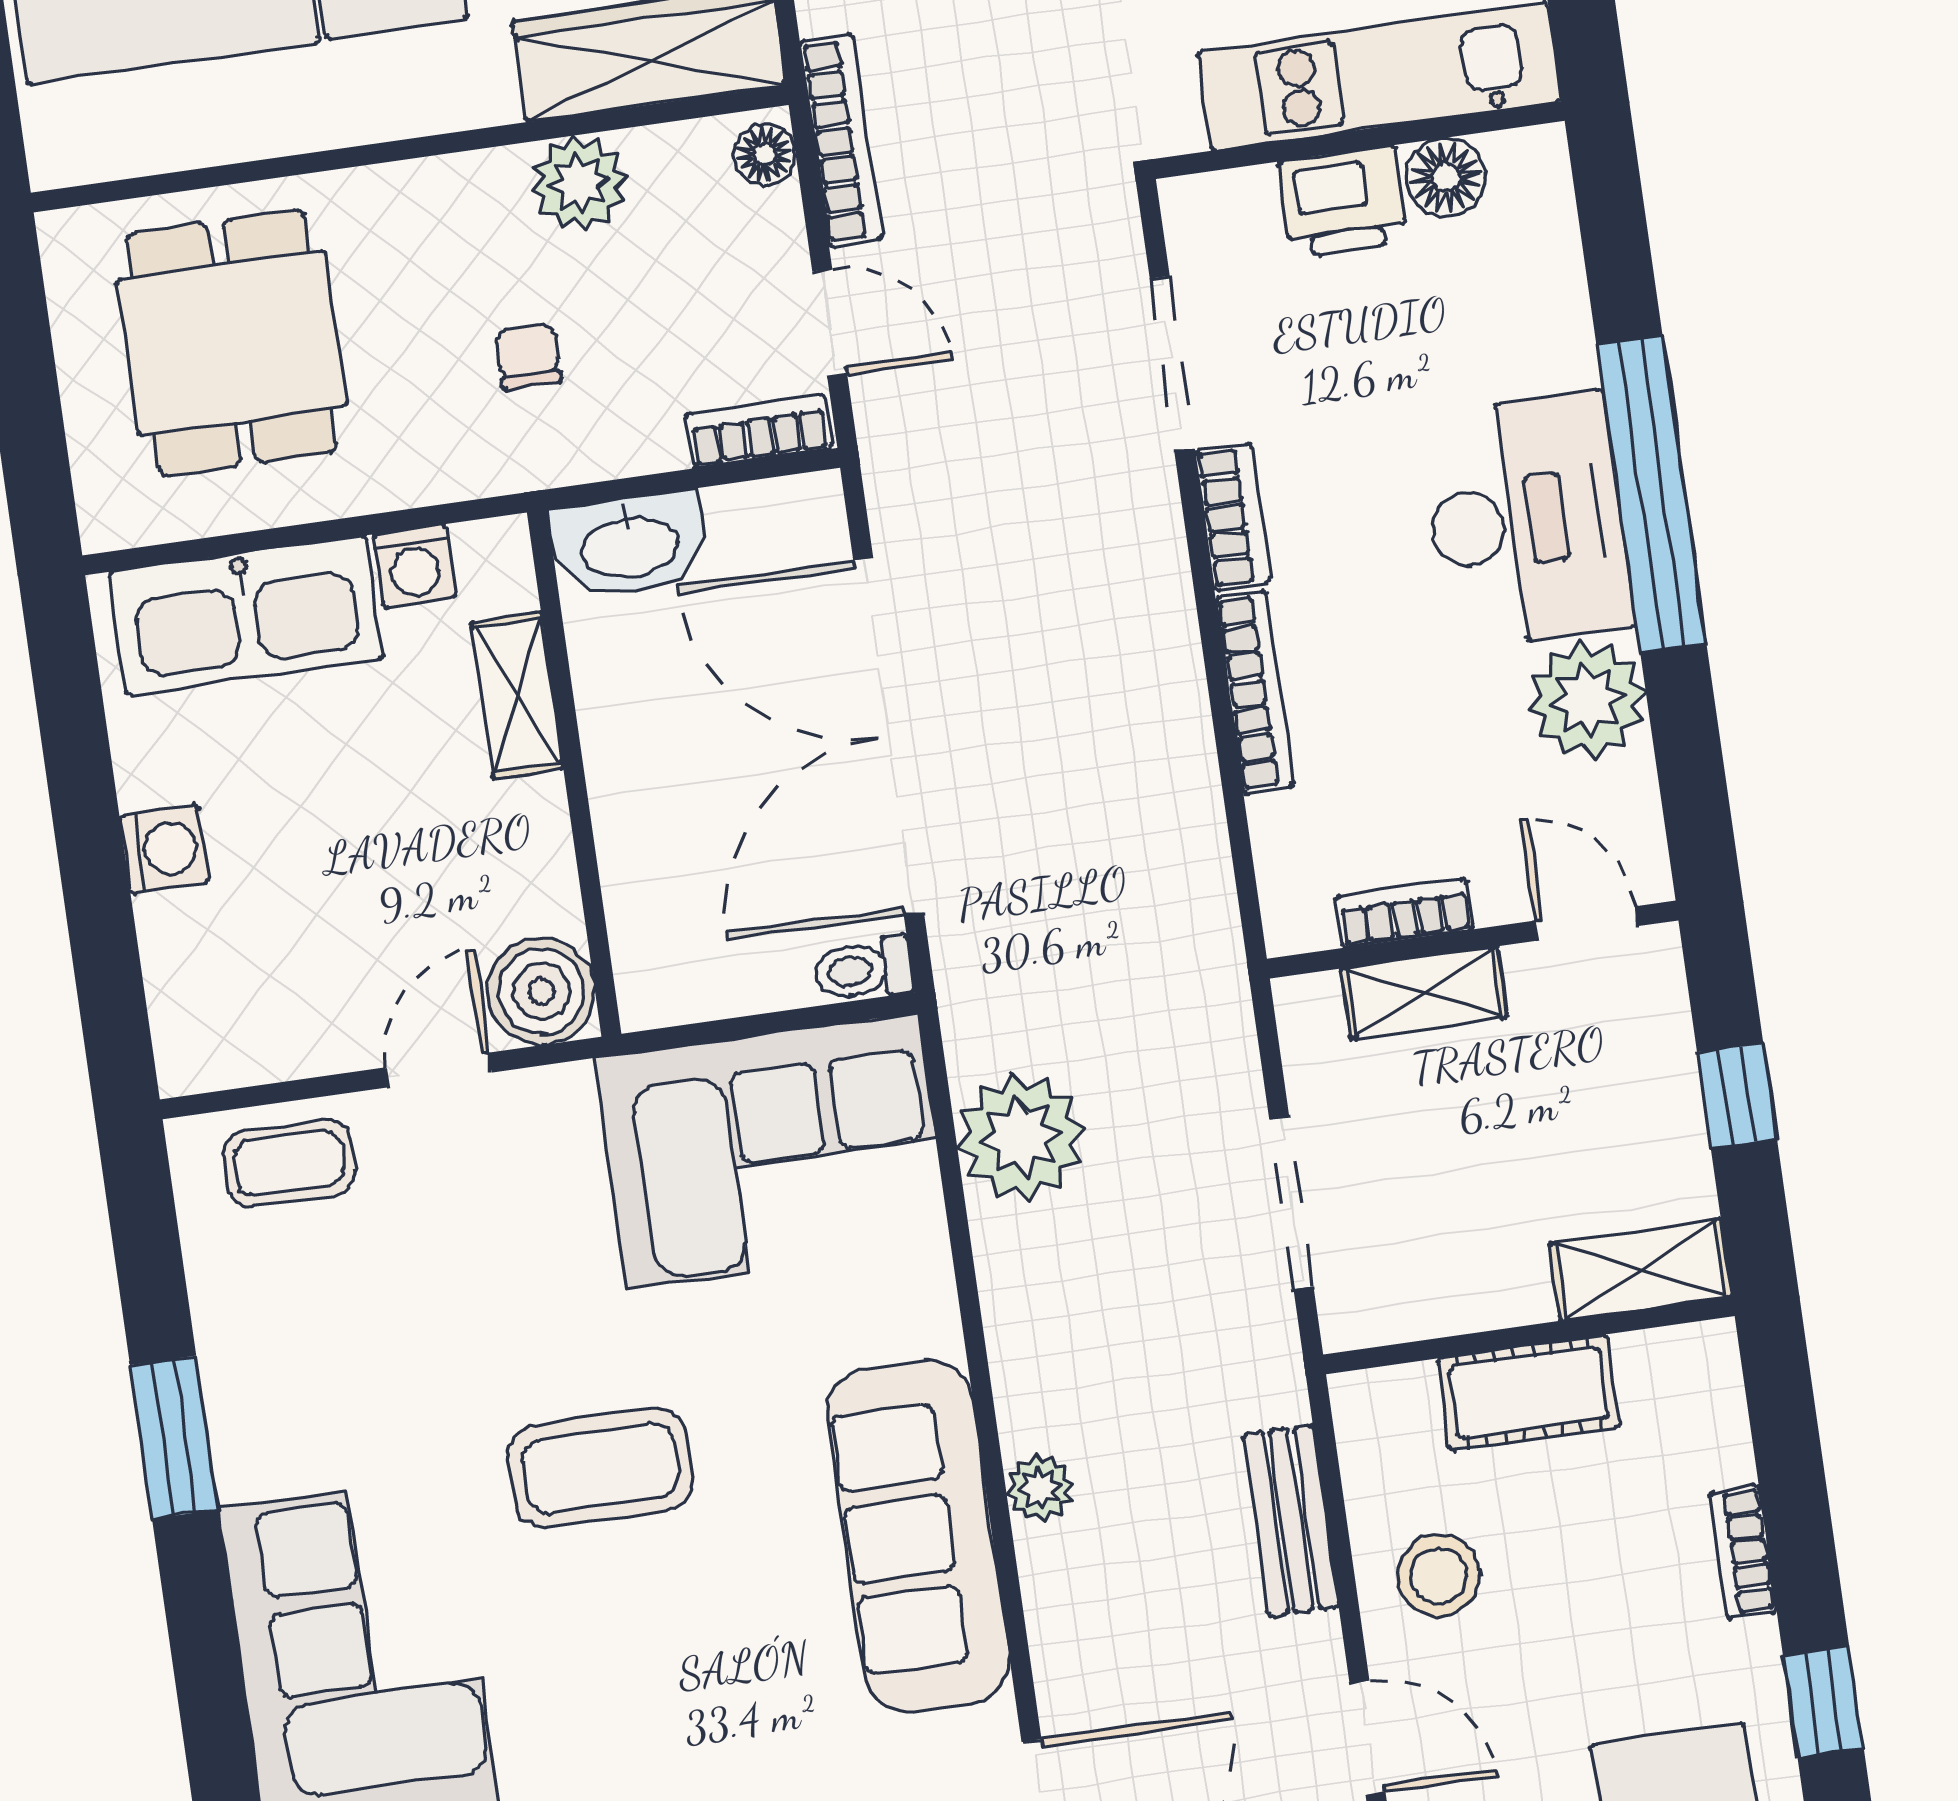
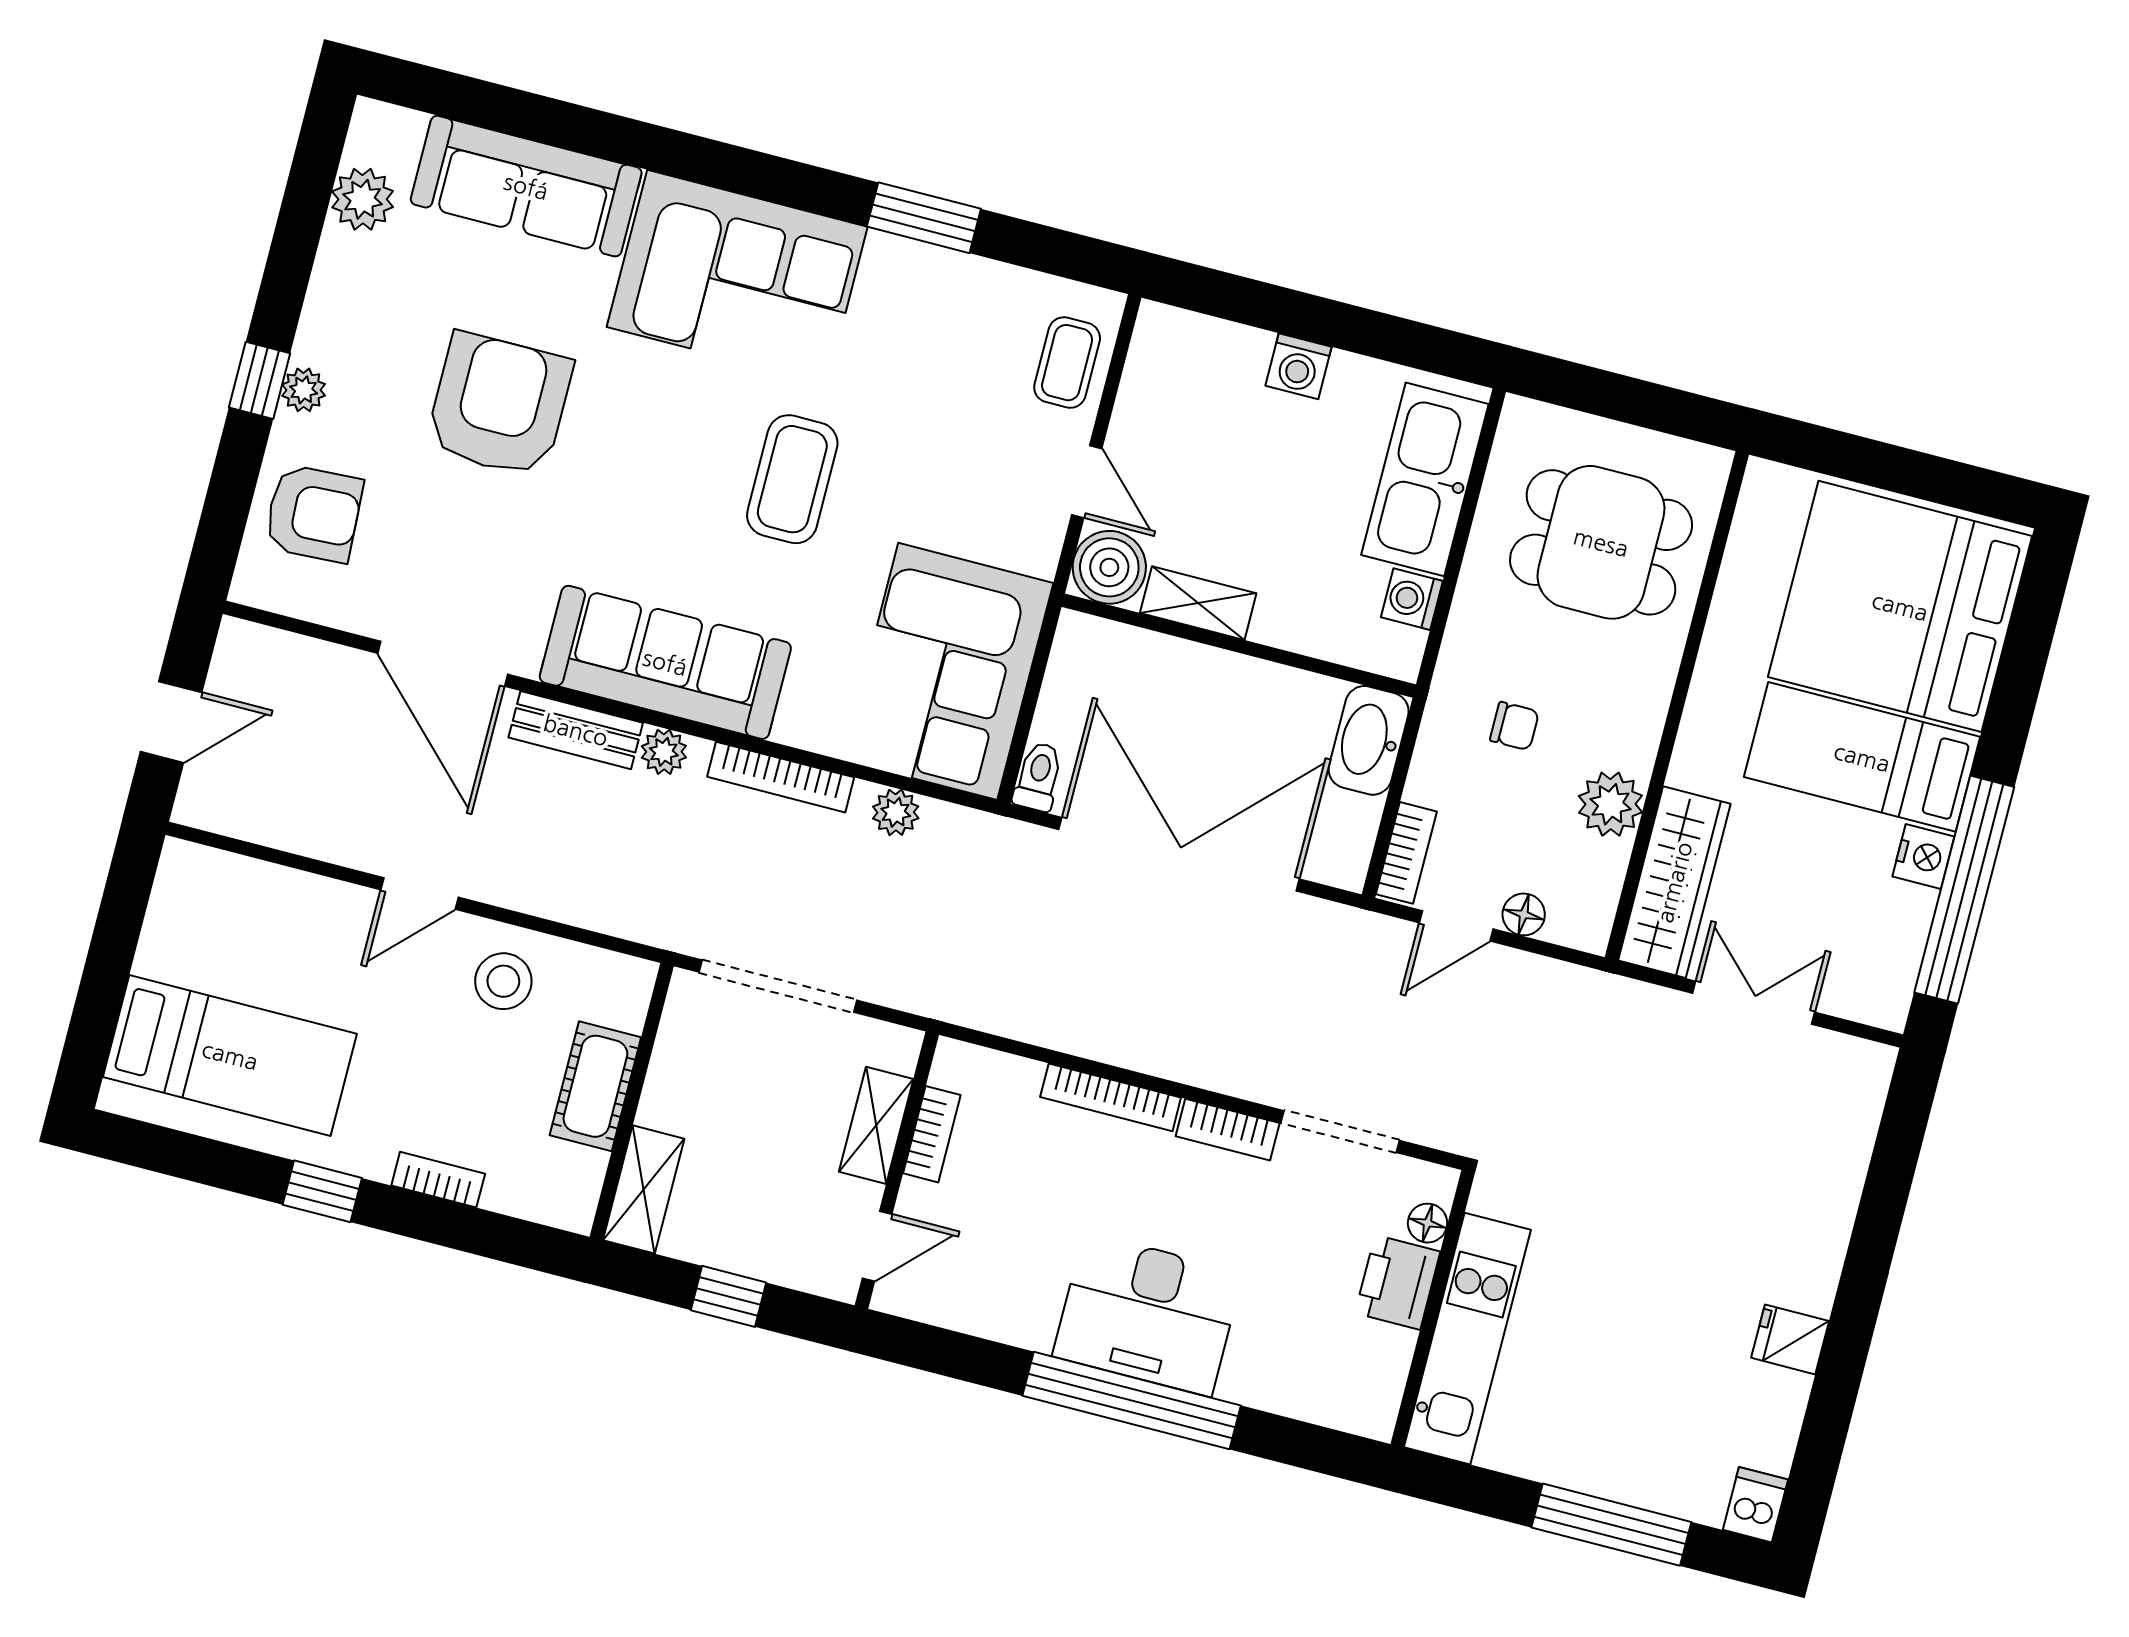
bookcase: (841, 141) -> (781, 777), moved
floor lamp: (765, 154) -> (1524, 914), moved
floor lamp: (1446, 177) -> (1428, 1223), moved, width x0.73, depth x0.73
shelving: (517, 695) -> (1198, 603), moved
plant: (1587, 700) -> (1018, 1306), removed
plant: (1021, 1138) -> (896, 812), width x0.53, depth x0.53
doorway: (1291, 1203) -> (778, 986), width x1.36
bench: (1291, 1521) -> (576, 730), moved

